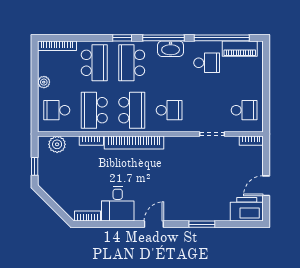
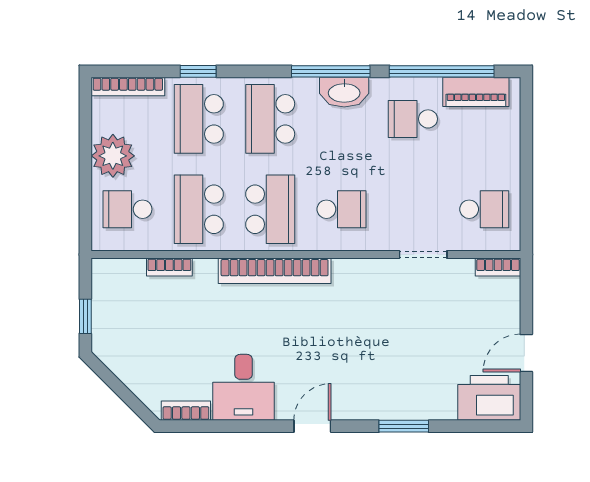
window: (122, 38) -> (198, 71), moved
school desk: (94, 63) -> (199, 119), turned 180
school desk: (207, 63) -> (413, 119), turned 180
plant: (44, 82) -> (113, 156), width x1.87, depth x1.87
bookcase: (91, 141) -> (169, 267), moved
plant: (57, 144) -> (128, 274), removed

